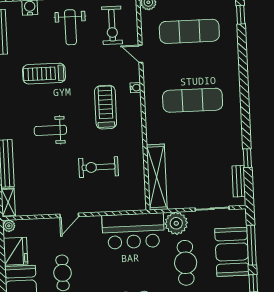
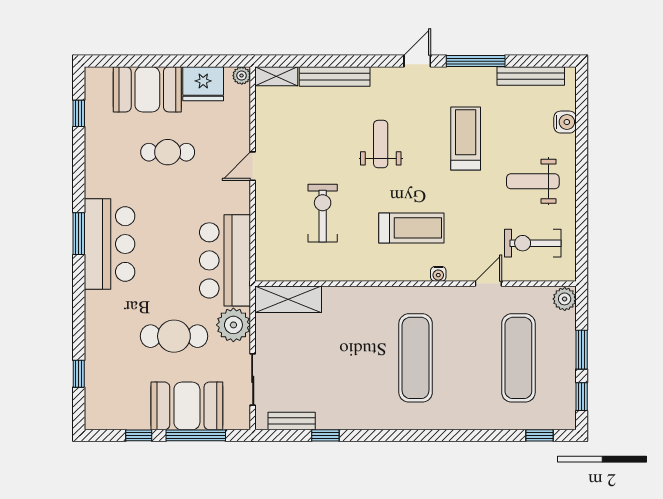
shelving: (157, 177) -> (288, 299), width x0.68
door: (69, 215) -> (253, 166), hinge flipped

